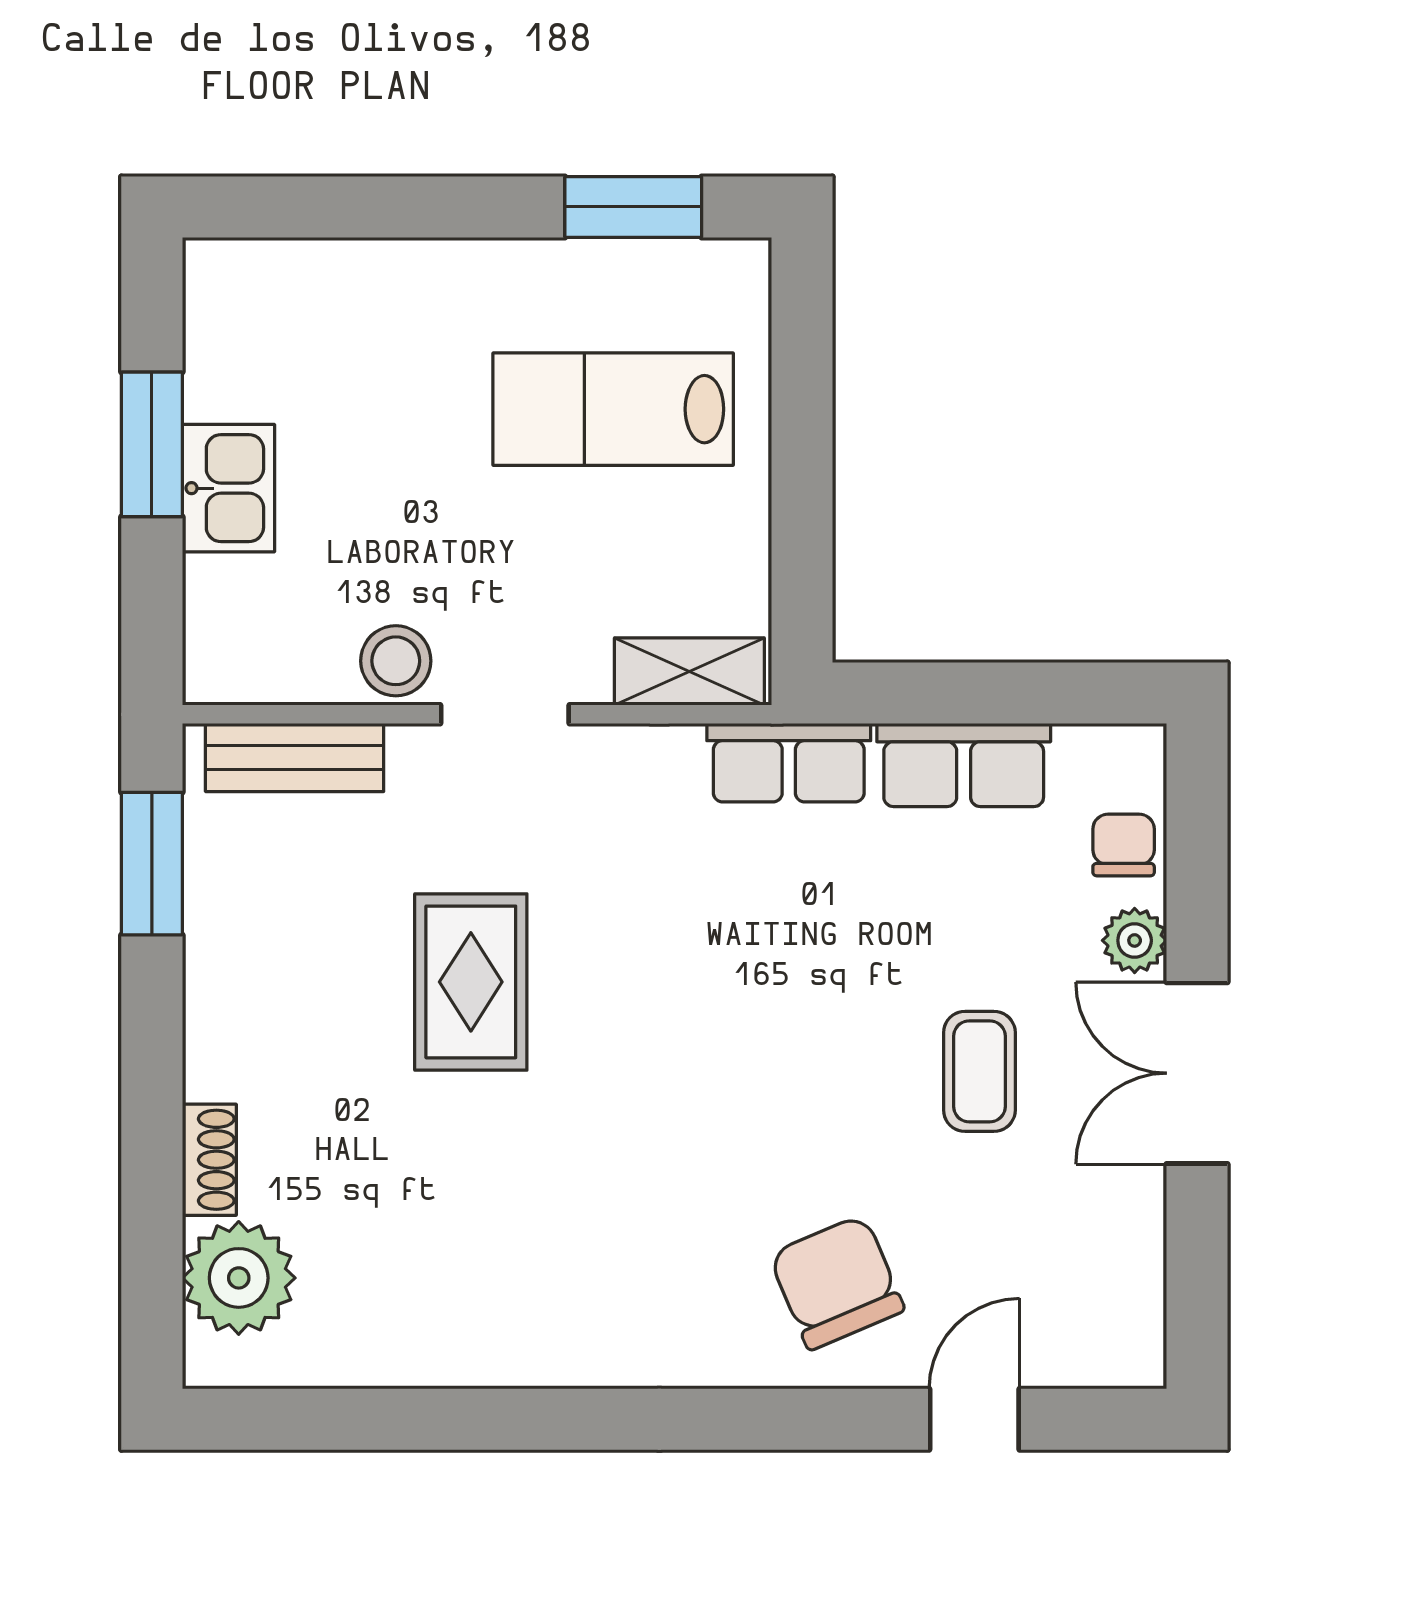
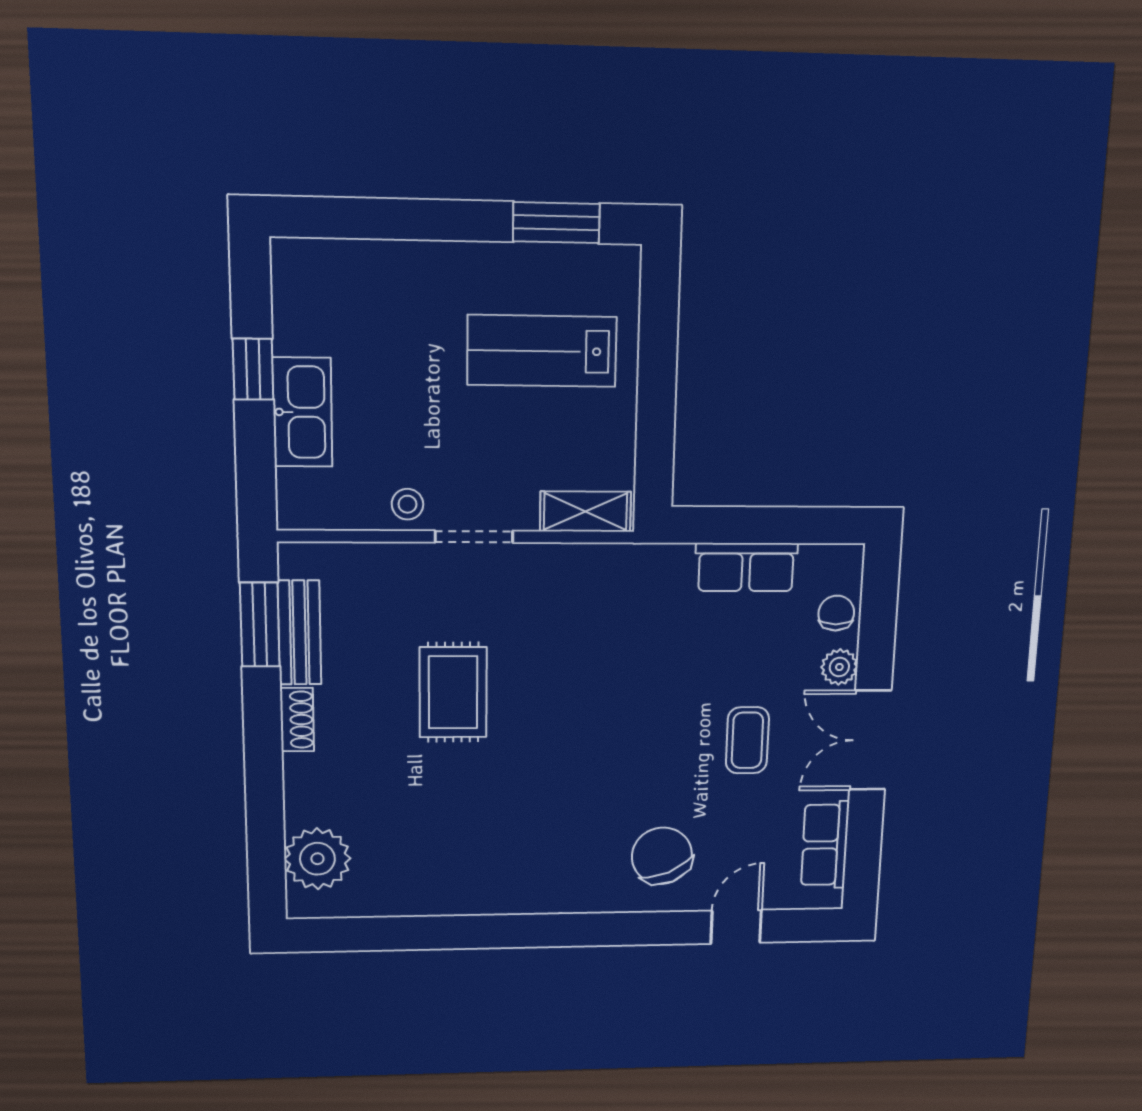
window: (152, 444) -> (253, 369), width x0.67
kitchen sink: (228, 488) -> (302, 412), width x1.38
stool: (396, 661) -> (407, 504), width x0.73, depth x0.73
bench: (295, 757) -> (299, 633), moved, turned 90
row of seats: (789, 763) -> (825, 845), moved, turned 90
shoe rack: (209, 1160) -> (297, 720), moved

